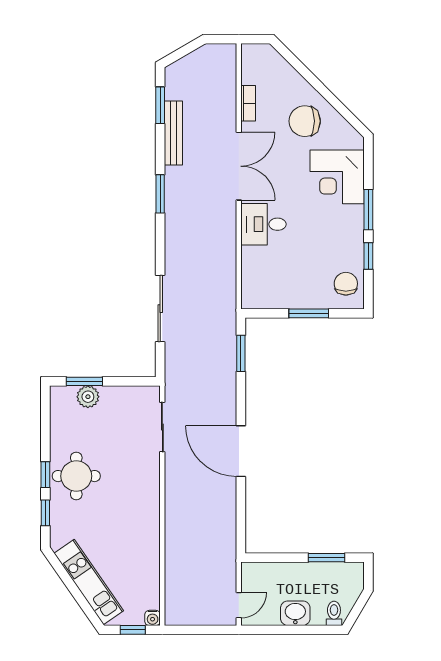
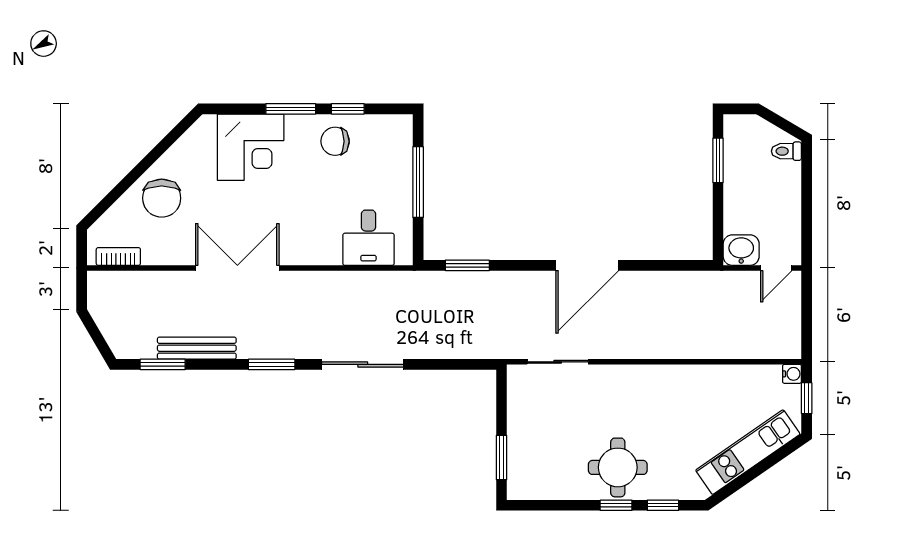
bookcase: (248, 103) -> (118, 256), moved
chair: (305, 121) -> (162, 198), moved
desk: (263, 224) -> (368, 238), moved
chair: (346, 284) -> (335, 141), moved
sliding door: (160, 309) -> (363, 364), moved
window: (309, 313) -> (418, 182), width x1.44
plant: (88, 397) -> (520, 453), removed
door: (239, 605) -> (776, 268), swing flipped
washbasin: (295, 613) -> (741, 250), moved, turned 90

